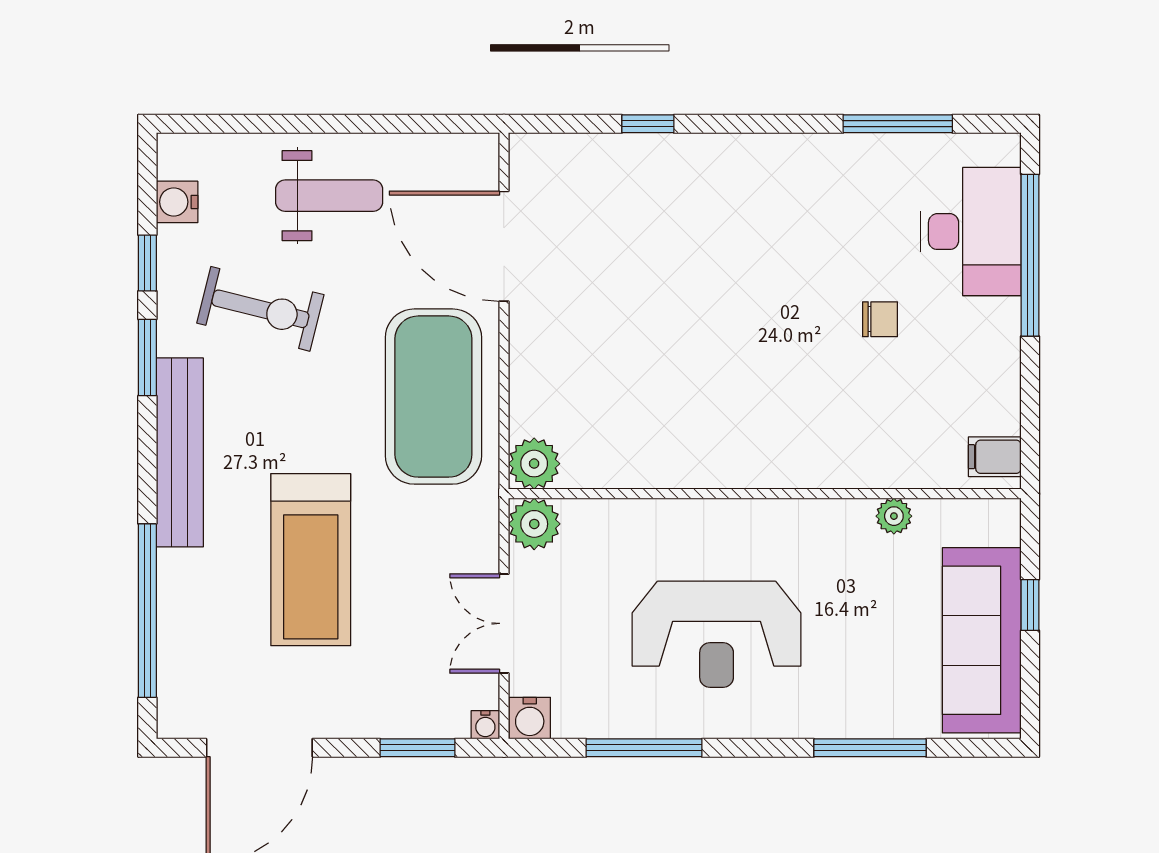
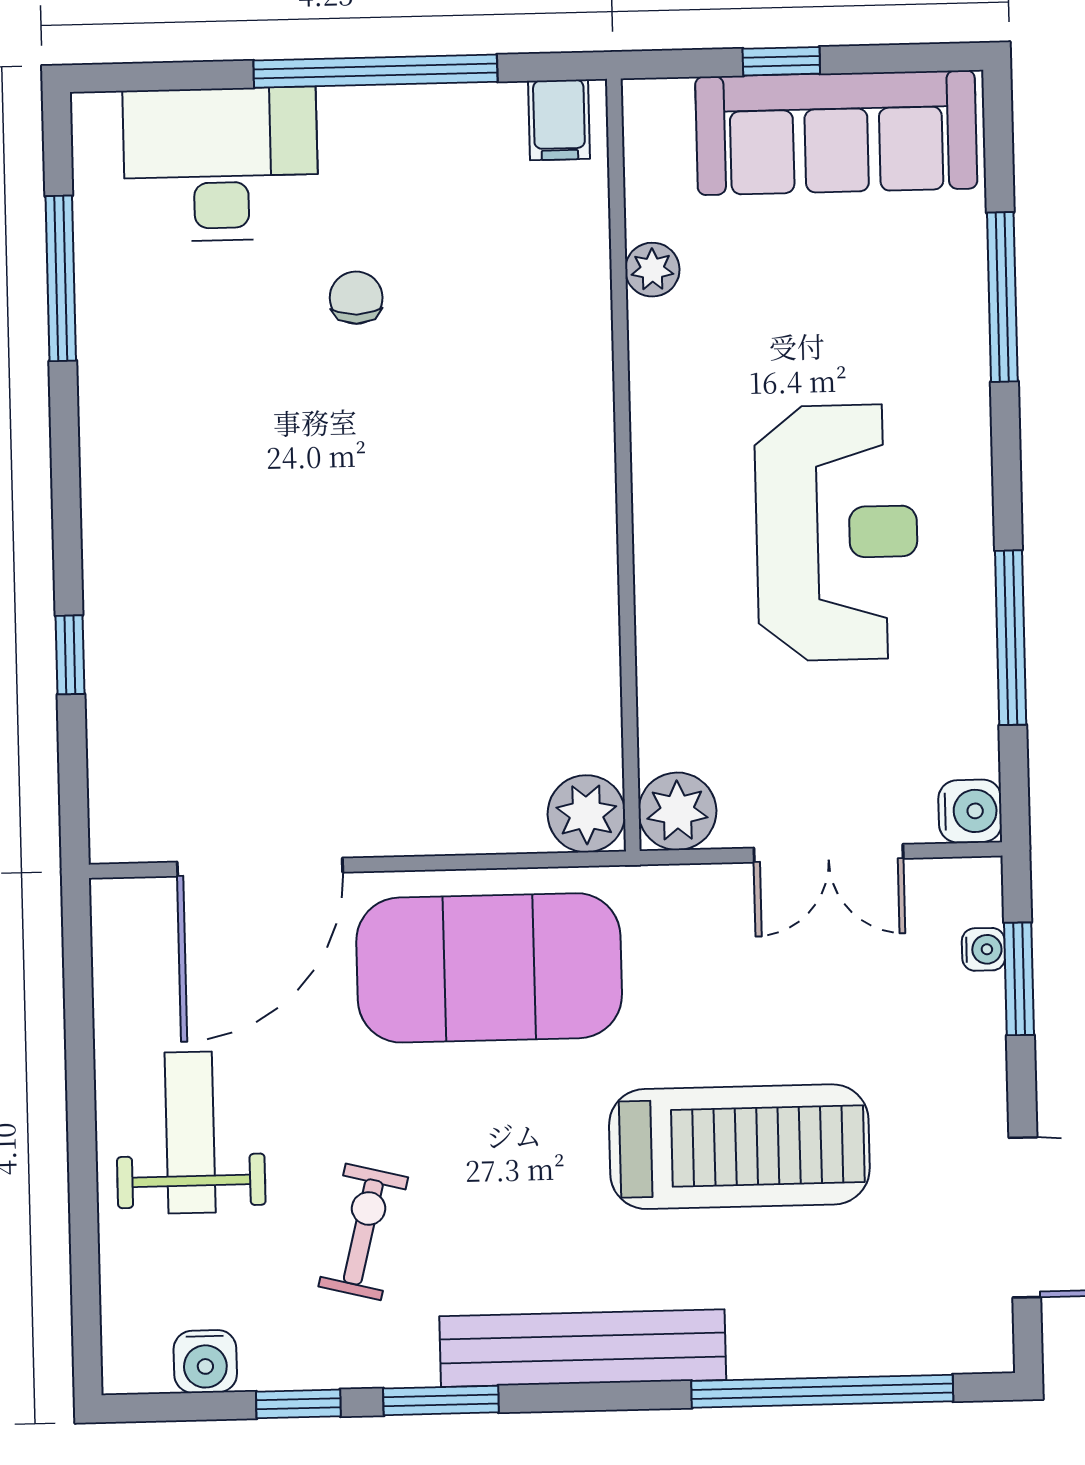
window: (1030, 255) -> (375, 71), moved
exercise bike: (260, 309) -> (363, 1232), width x0.73, depth x0.72
water cooler: (485, 725) -> (983, 949), moved

